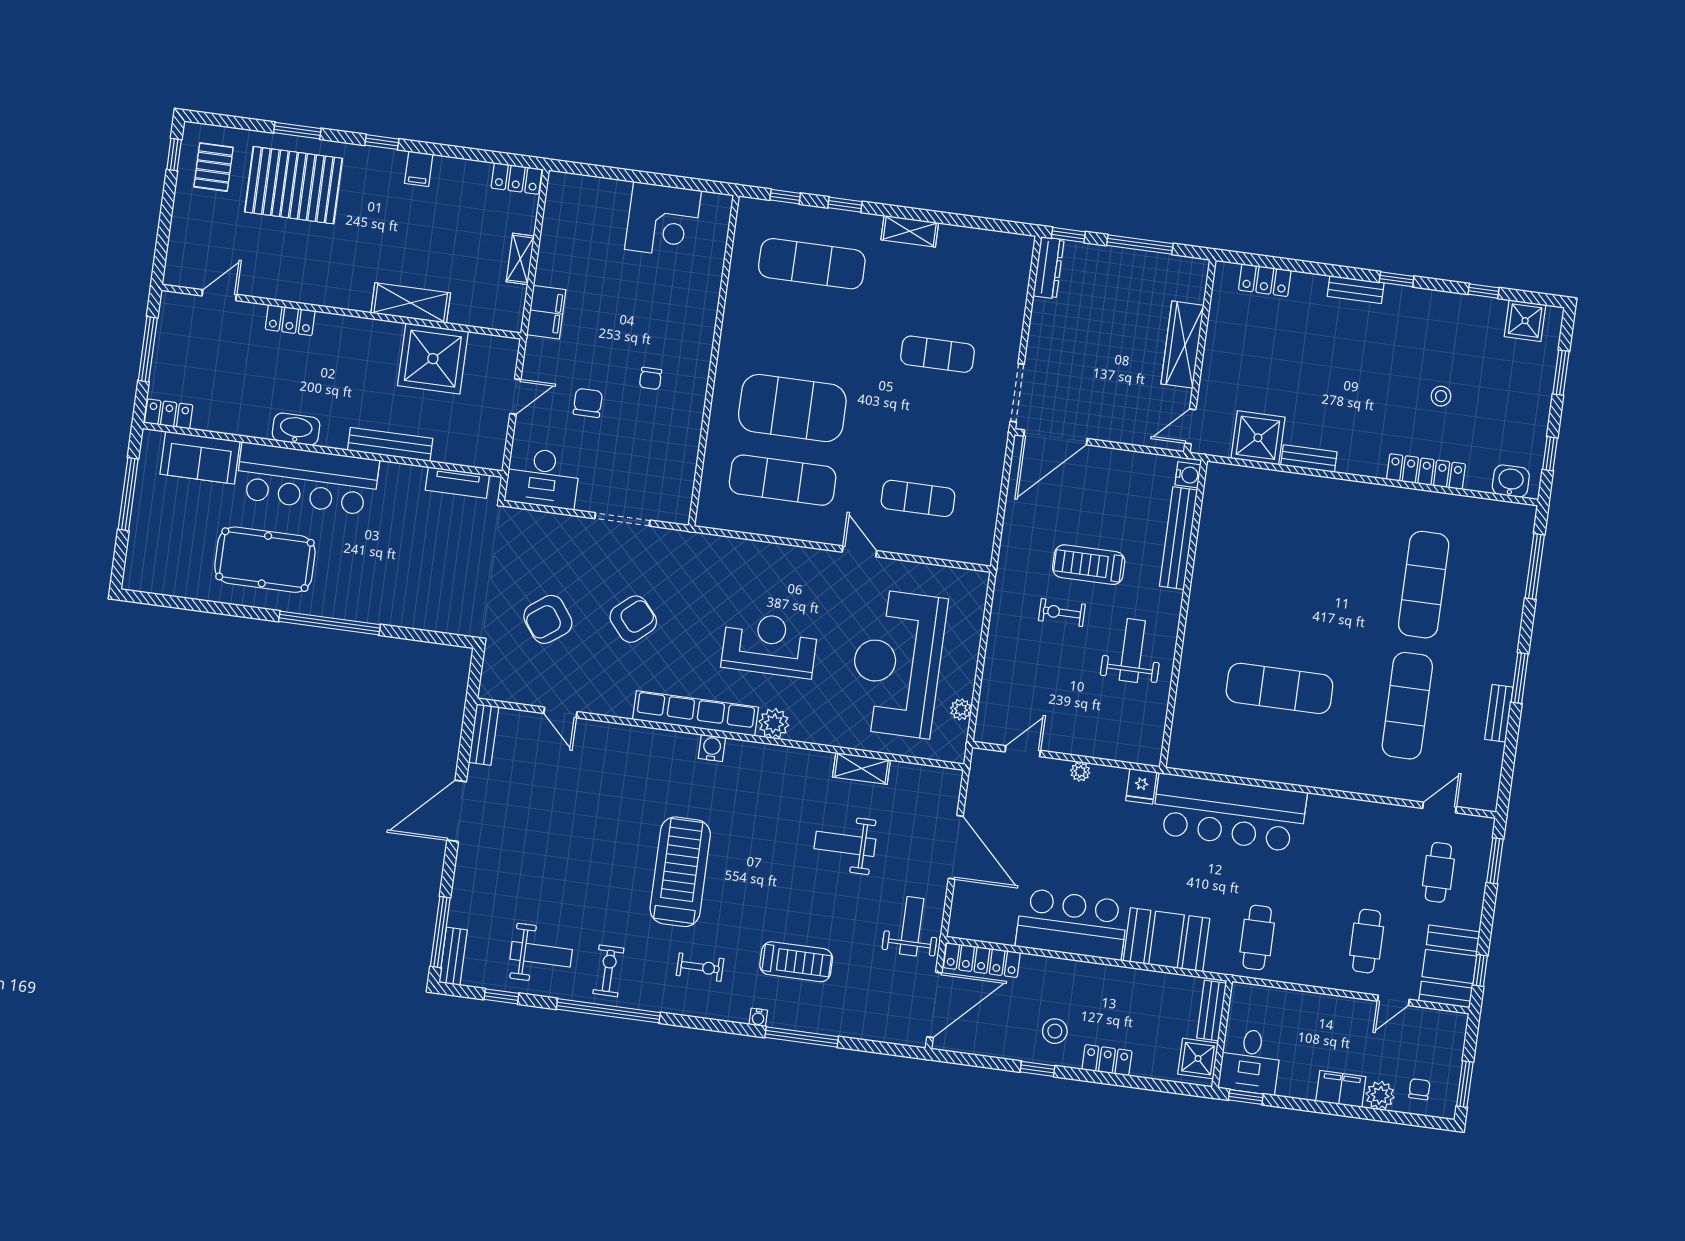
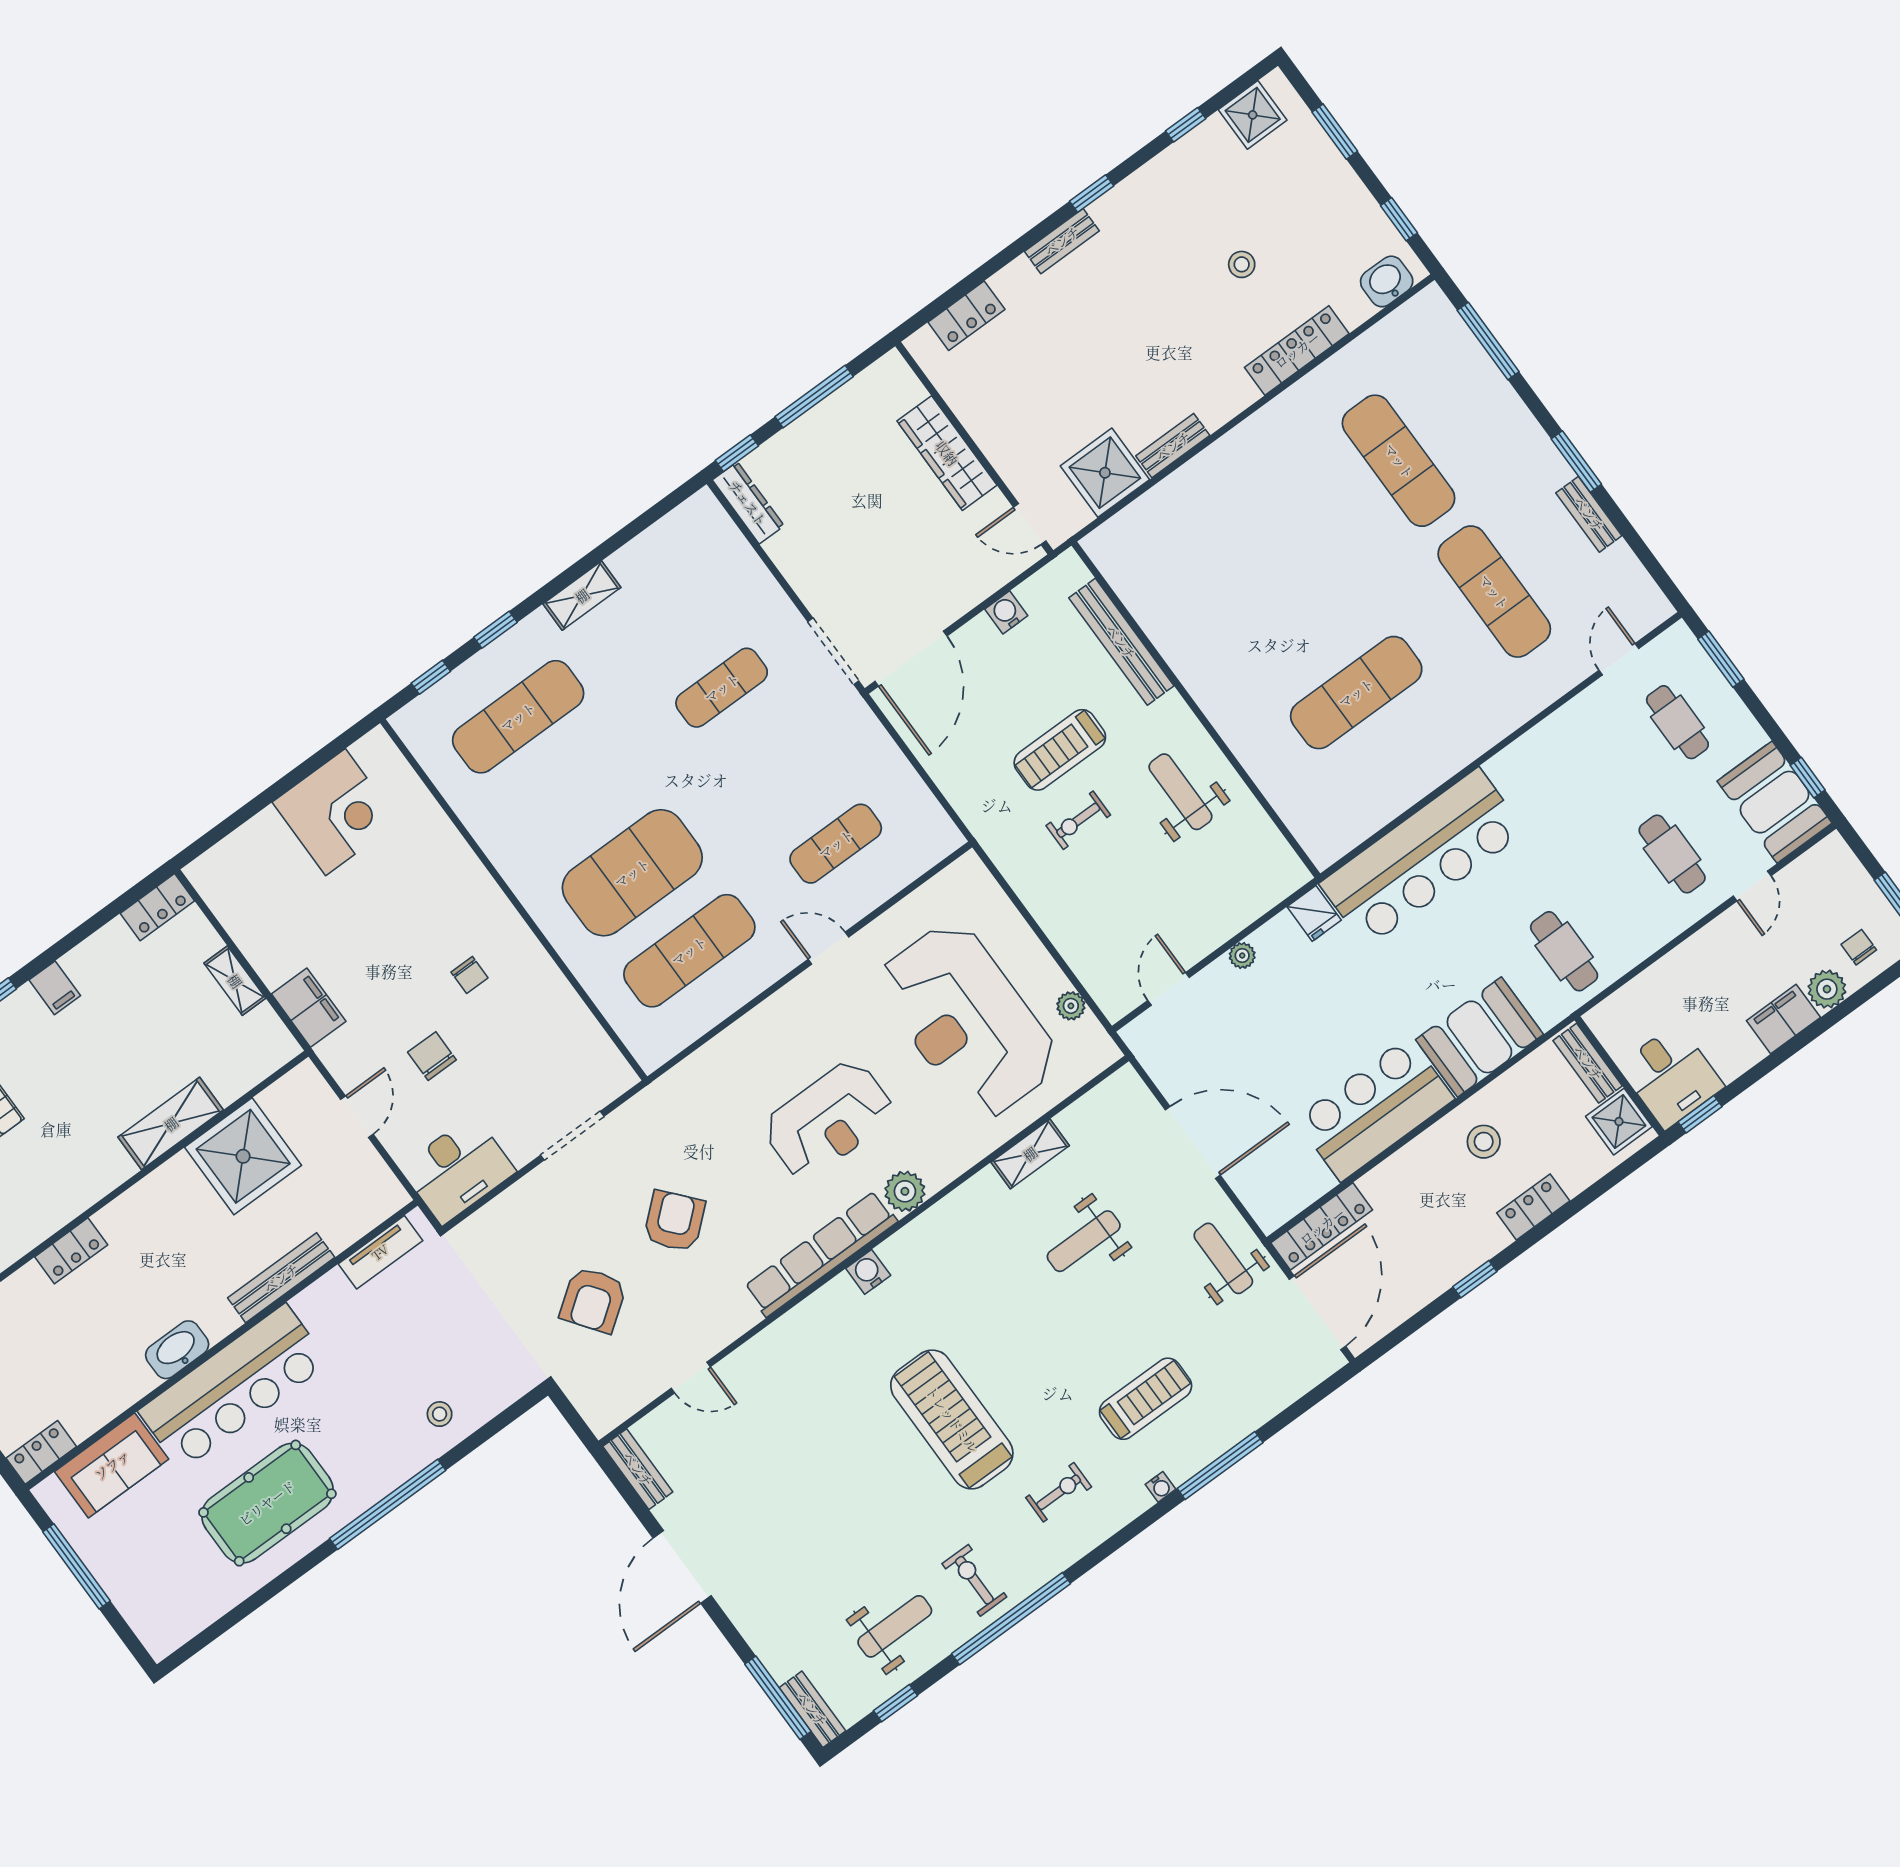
door: (1190, 426) -> (1030, 524), hinge flipped
water cooler: (1188, 475) -> (1006, 612), moved, turned -90
stool: (405, 601) -> (440, 1414), added
reception desk: (770, 645) -> (828, 1120), turned 180
stool: (1055, 1031) -> (1484, 1142), moved

